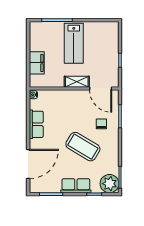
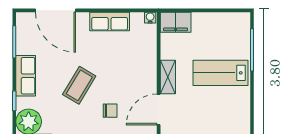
filing cabinet: (37, 63) -> (176, 22), moved
coffee table: (83, 147) -> (79, 85), width x0.73, depth x0.76

